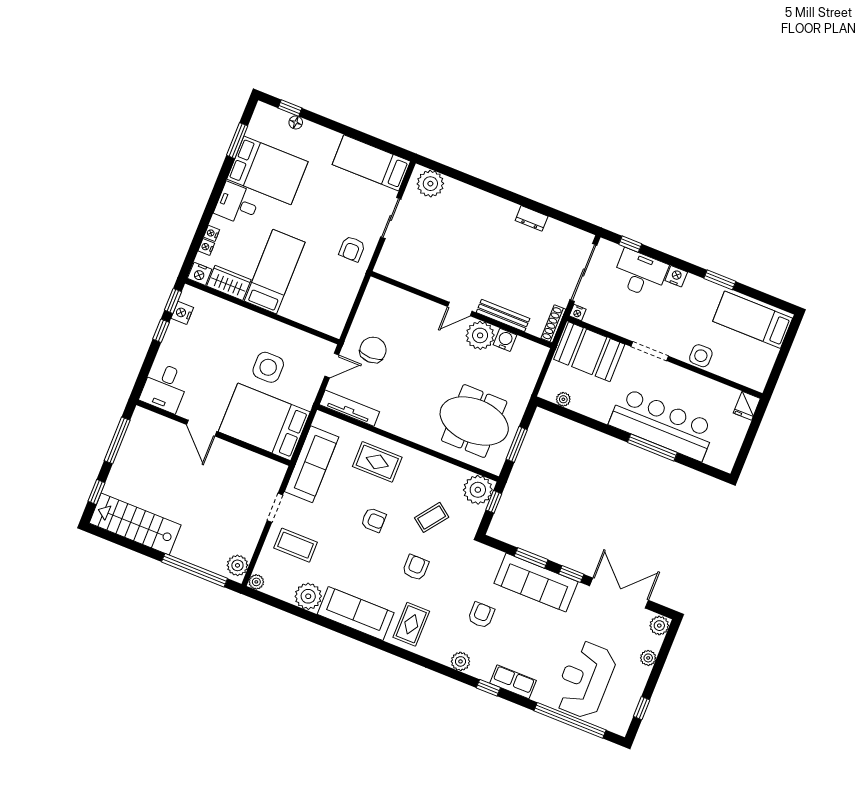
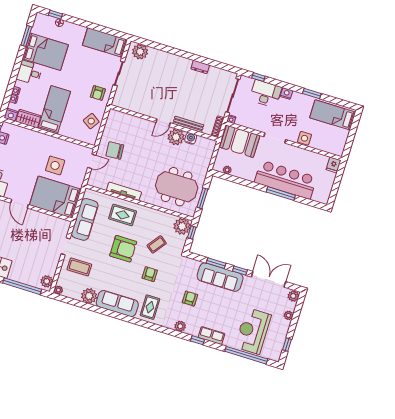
side table: (337, 296) -> (91, 121), added
chair: (373, 350) -> (115, 150), turned -94
tv unit: (349, 408) -> (124, 191), moved
armchair: (373, 520) -> (123, 249), width x1.88, depth x1.88

